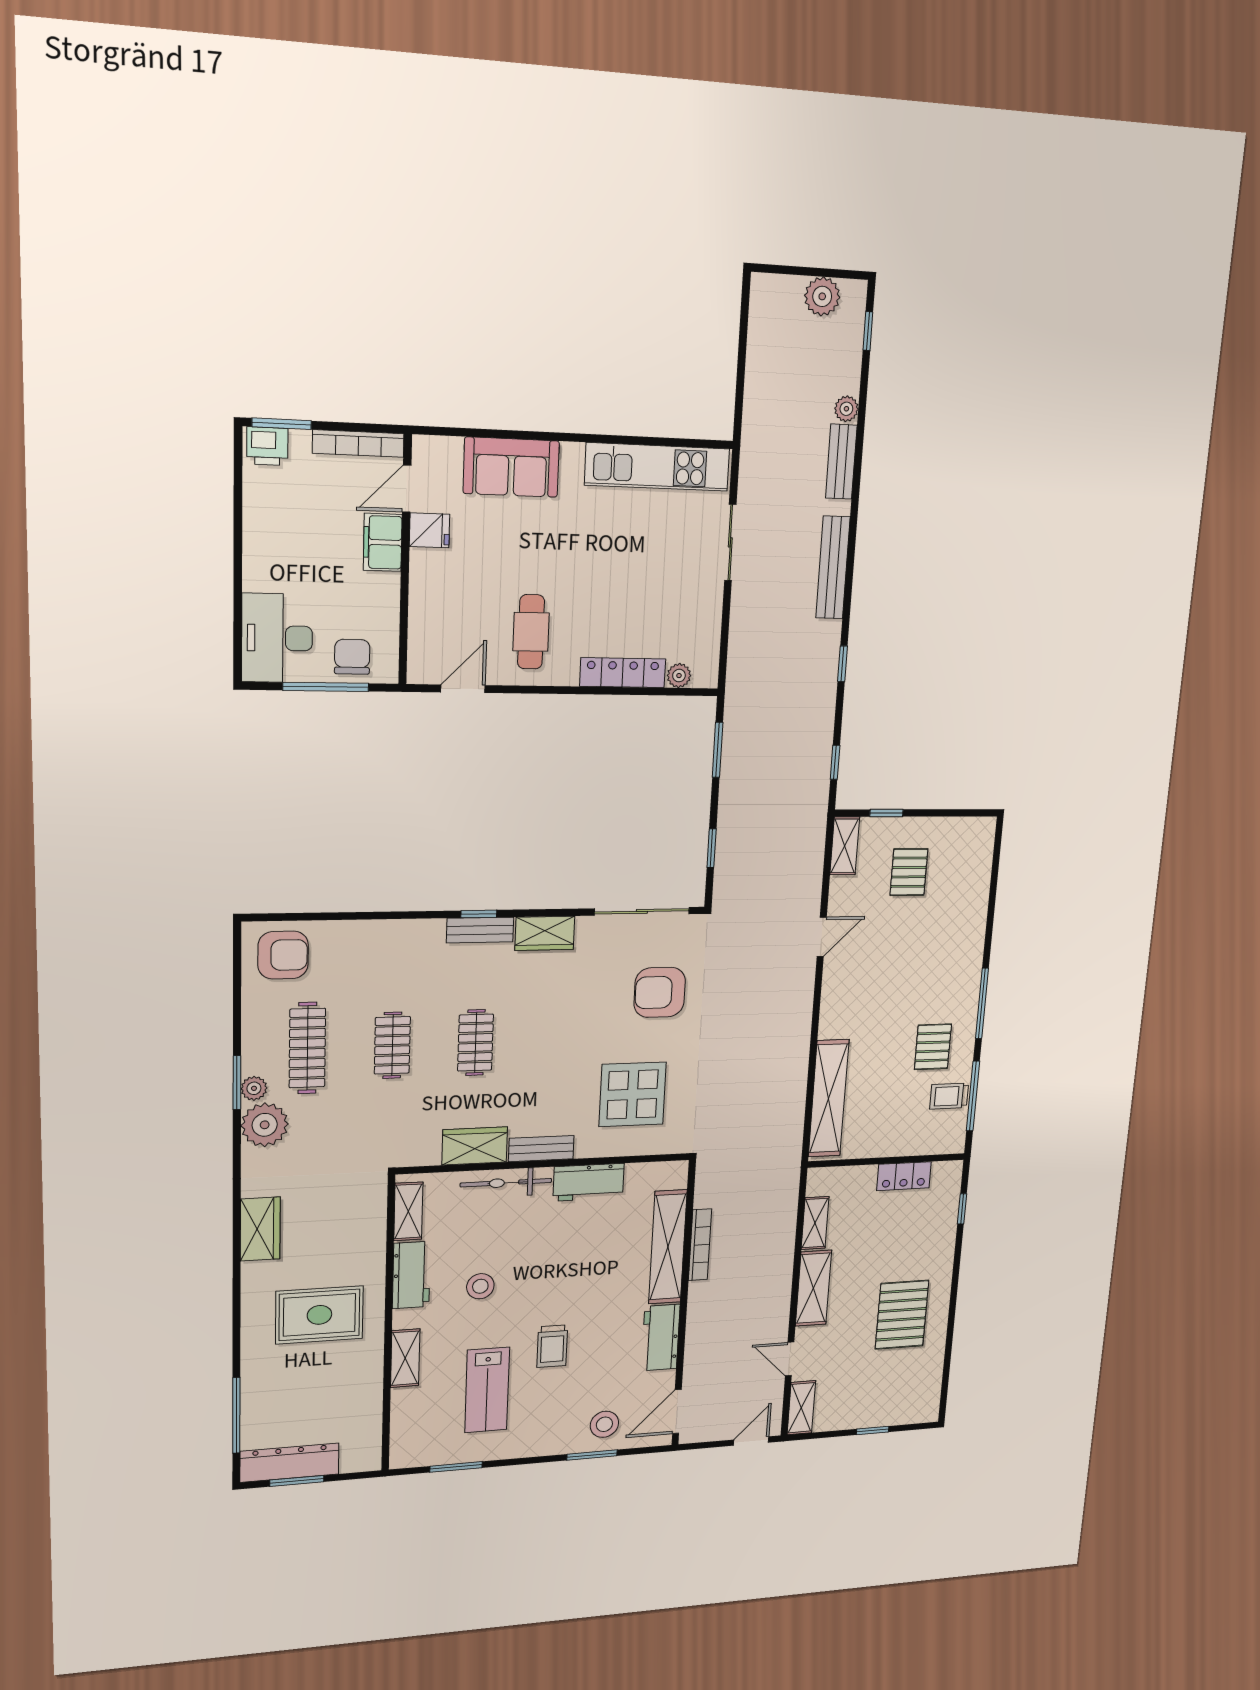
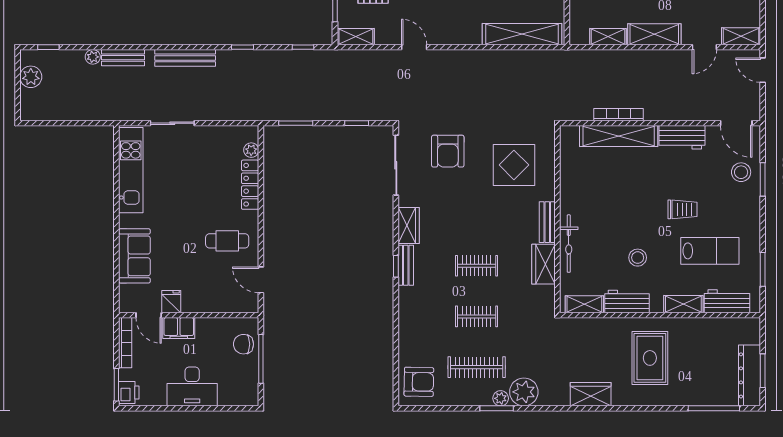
desk: (277, 638) -> (192, 386), moved
armchair: (283, 955) -> (419, 382), turned 91
workbench: (589, 1182) -> (727, 301), moved, turned -90

